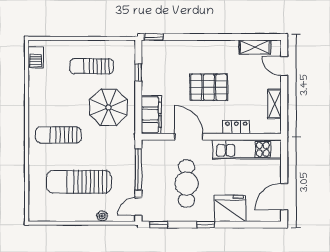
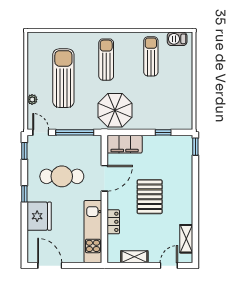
sun lounger: (92, 66) -> (151, 56), moved
parasol: (109, 107) -> (115, 110), moved

